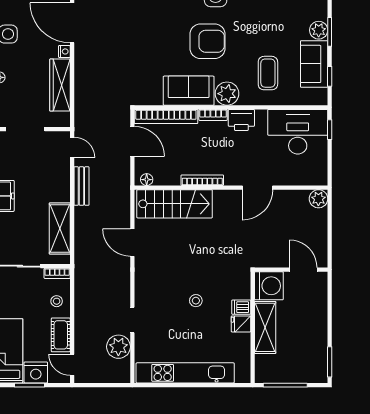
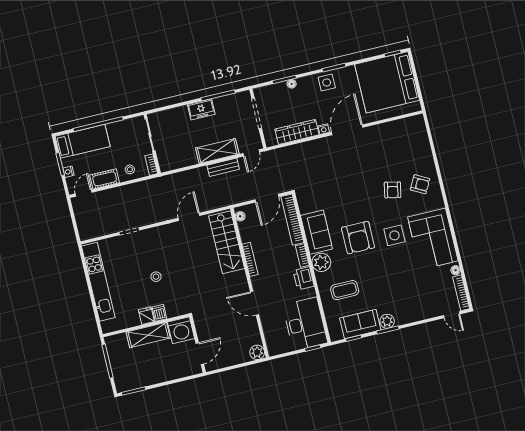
shelving: (60, 228) -> (217, 151), moved
plant: (118, 347) -> (106, 226), removed
nightstand: (36, 372) -> (68, 172), width x0.53, depth x0.56

